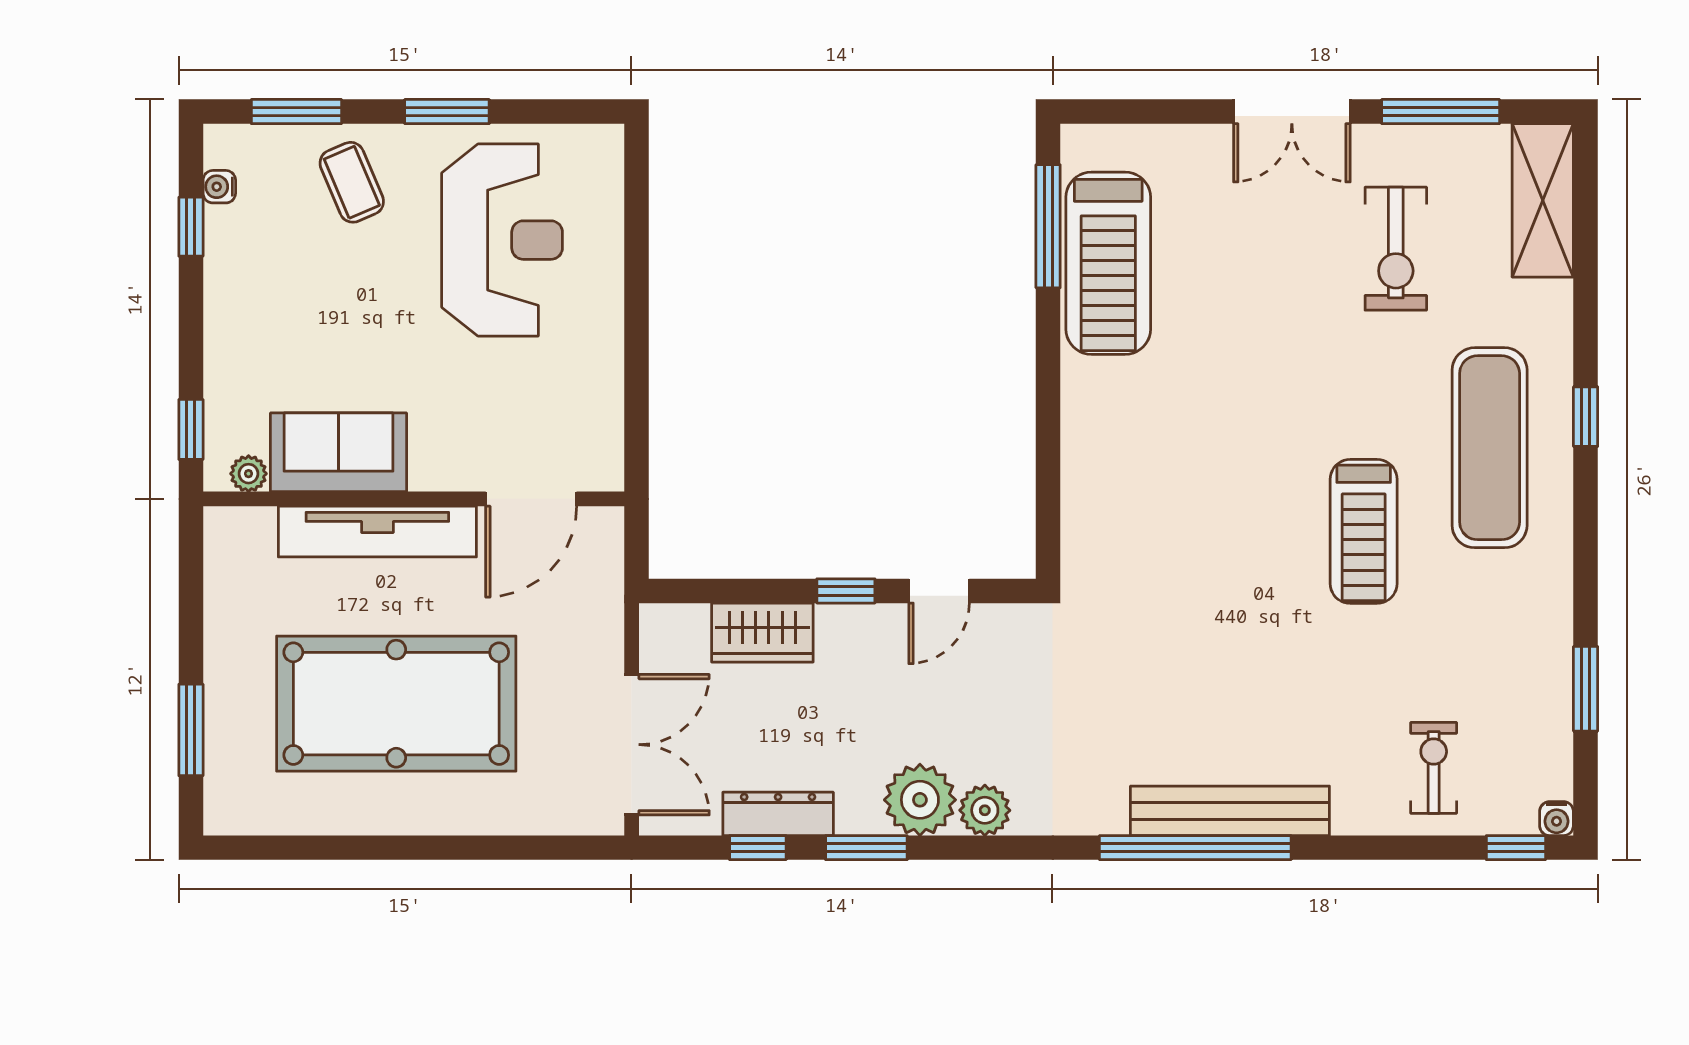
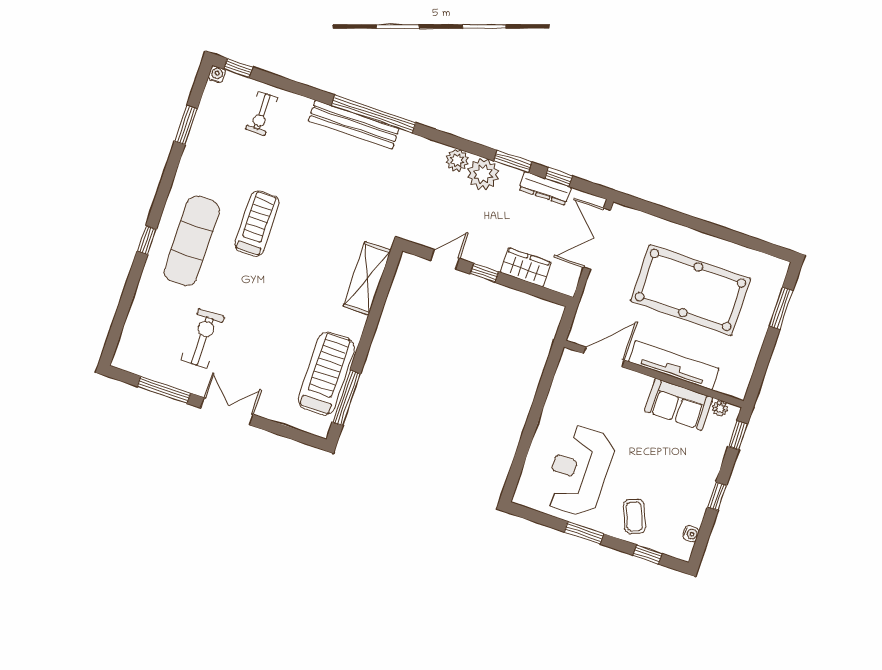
window: (296, 112) -> (648, 554), width x0.67
shelving: (1543, 200) -> (367, 278), moved
window: (191, 227) -> (717, 496), moved

